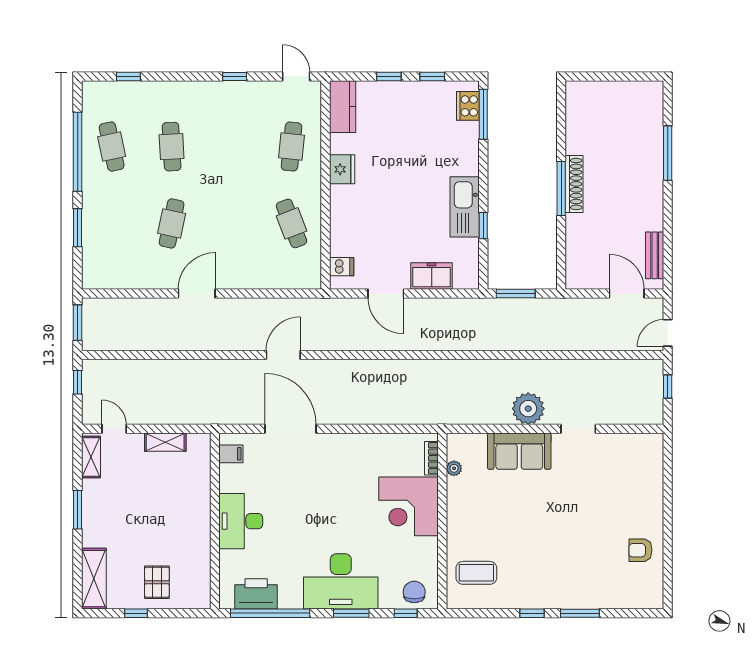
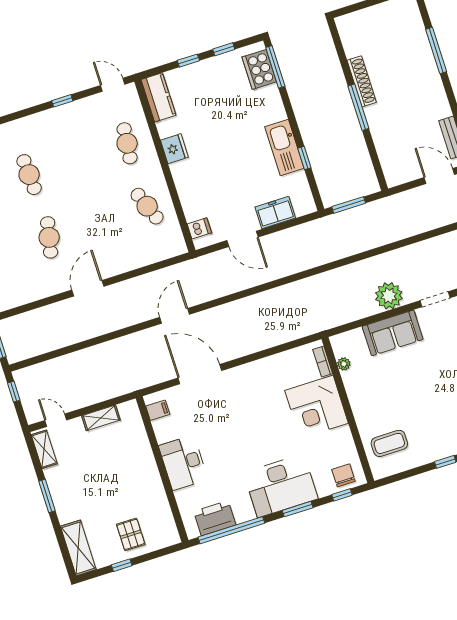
cooker: (468, 106) -> (259, 69), width x1.37, depth x1.31
shoe rack: (574, 184) -> (362, 81), moved

